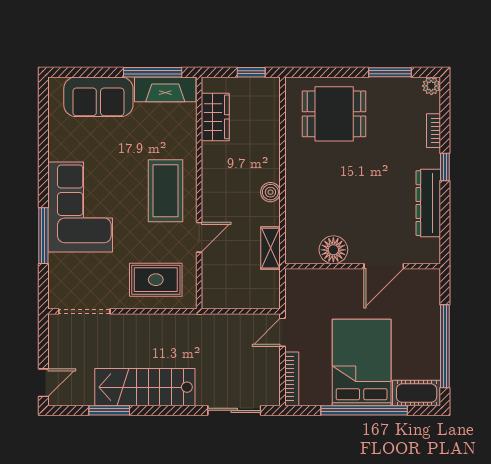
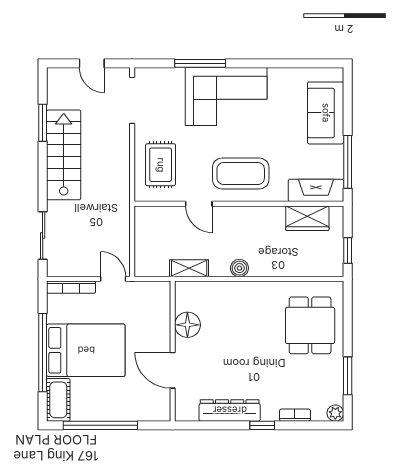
fireplace: (165, 89) -> (316, 190), moved, turned 90
door: (43, 383) -> (92, 63), moved

